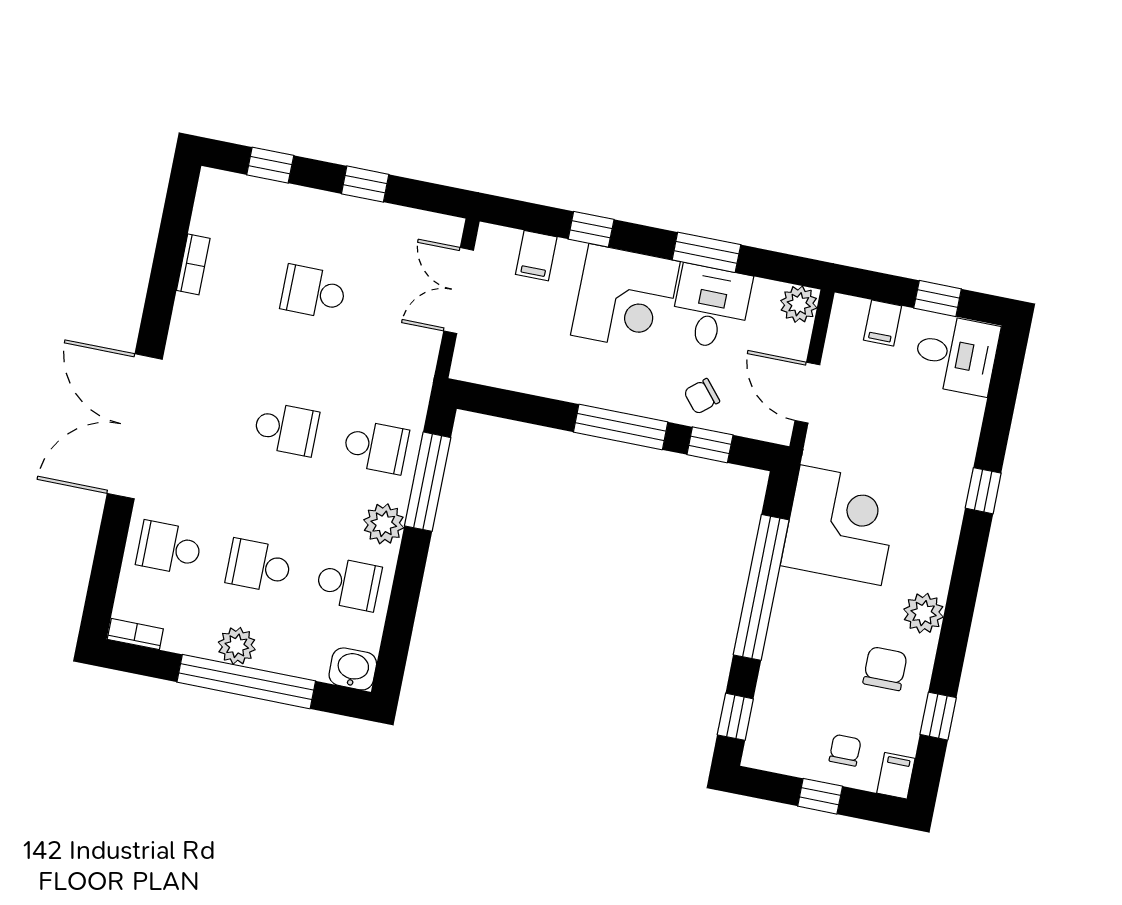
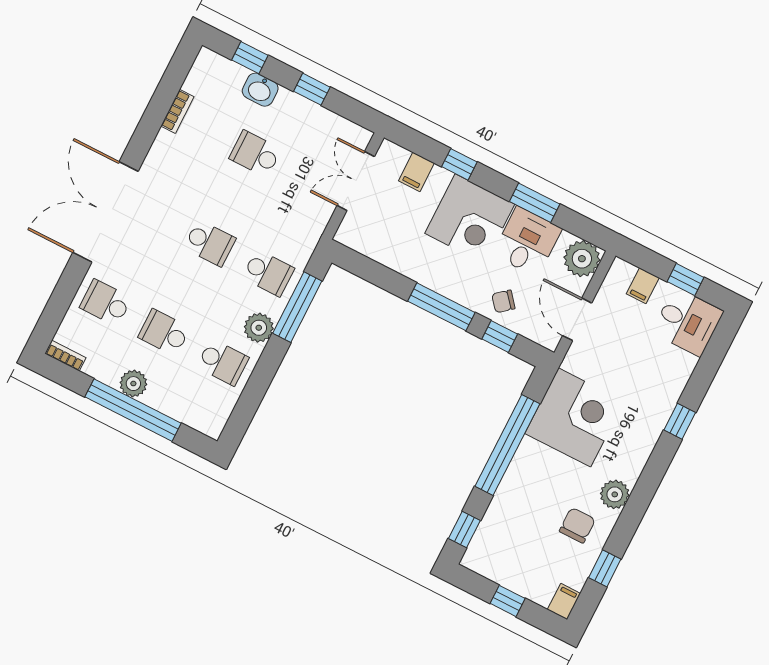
plant: (799, 304) -> (582, 259), width x1.36, depth x1.36
washbasin: (353, 669) -> (260, 90), moved, turned 180
chair: (845, 750) -> (534, 574), removed

